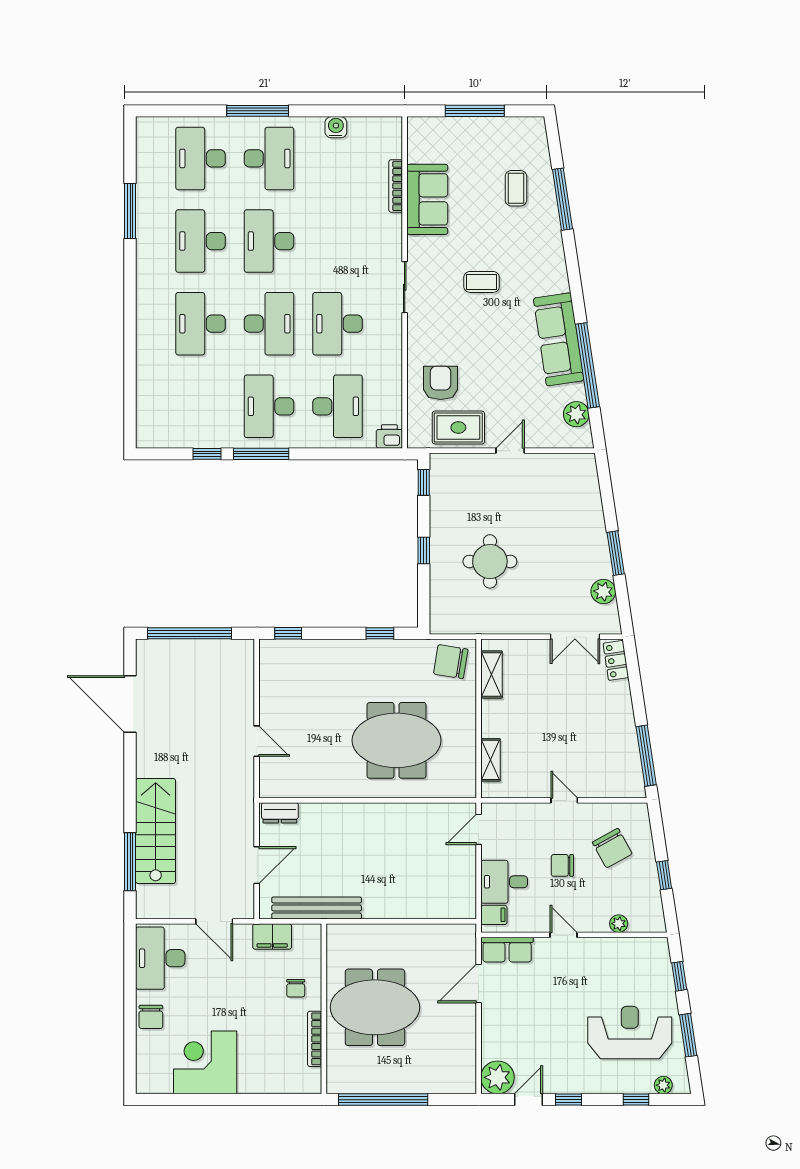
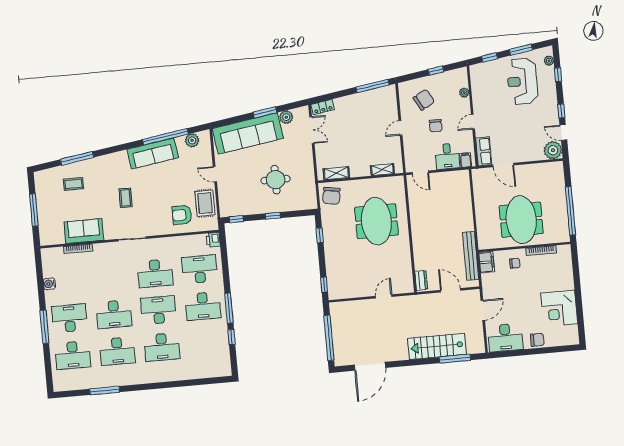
sofa: (580, 518) -> (248, 133), added
filing cabinet: (272, 936) -> (487, 262), moved

